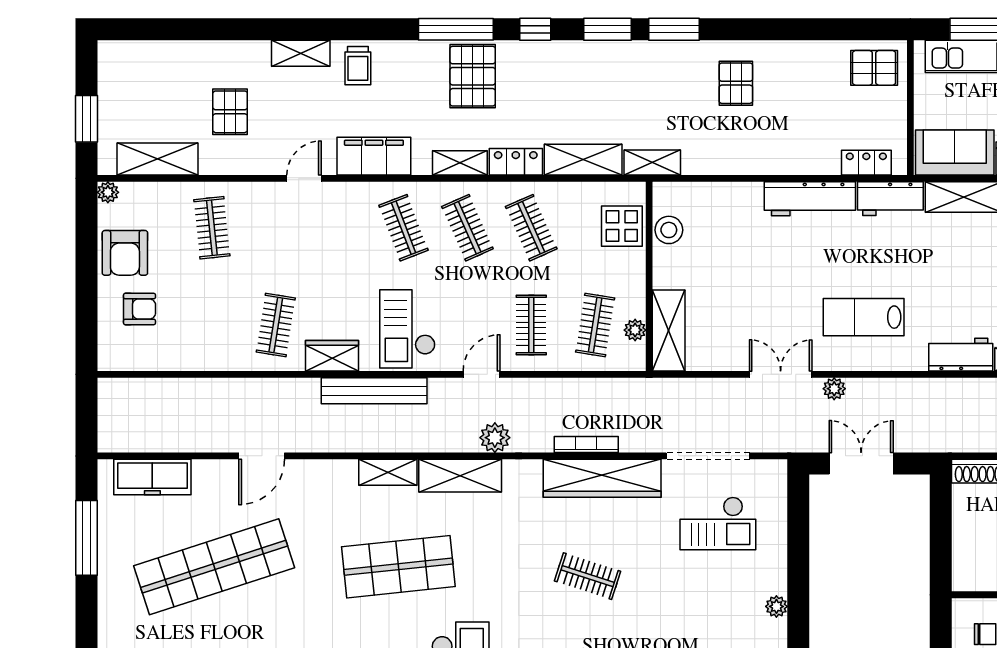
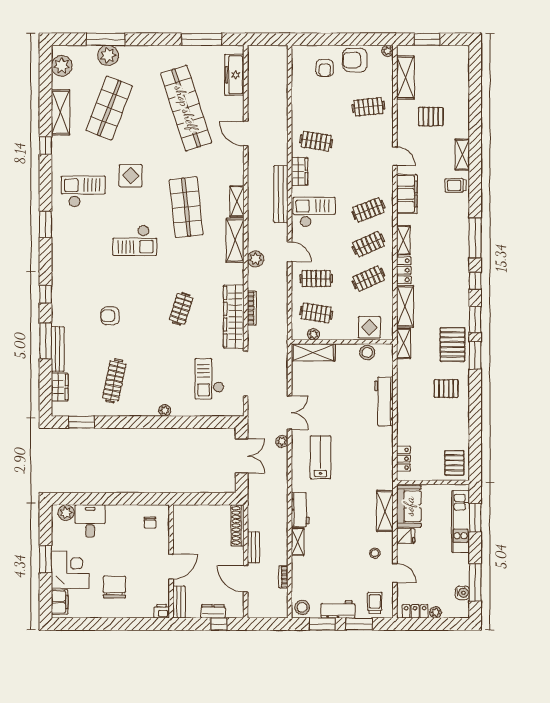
pallet: (473, 76) -> (452, 345), moved, turned 90
workbench: (810, 199) -> (384, 401), moved
workbench: (890, 199) -> (384, 472), removed

